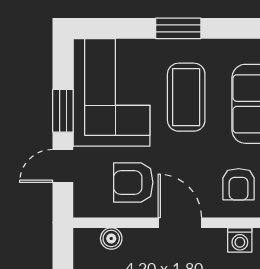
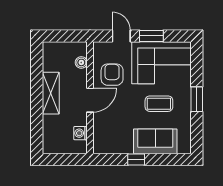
coffee table: (186, 97) -> (159, 104), width x0.73, depth x0.76
armchair: (239, 184) -> (111, 132), removed

